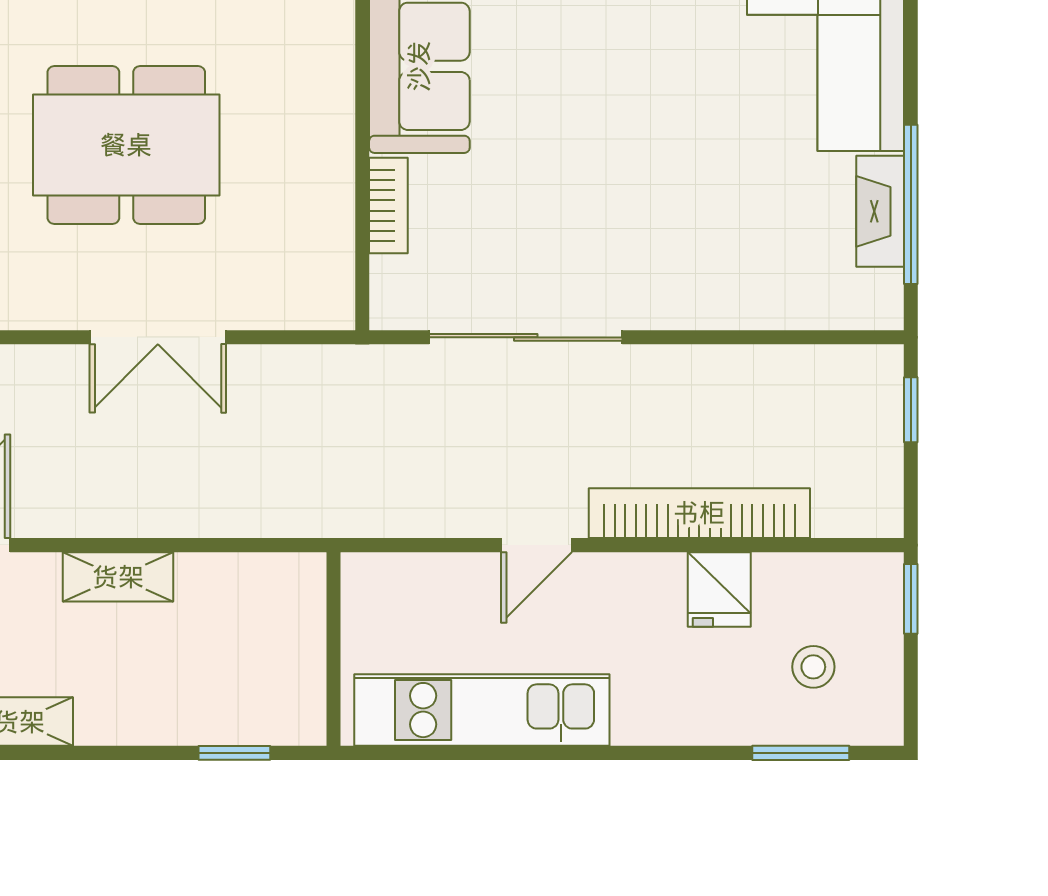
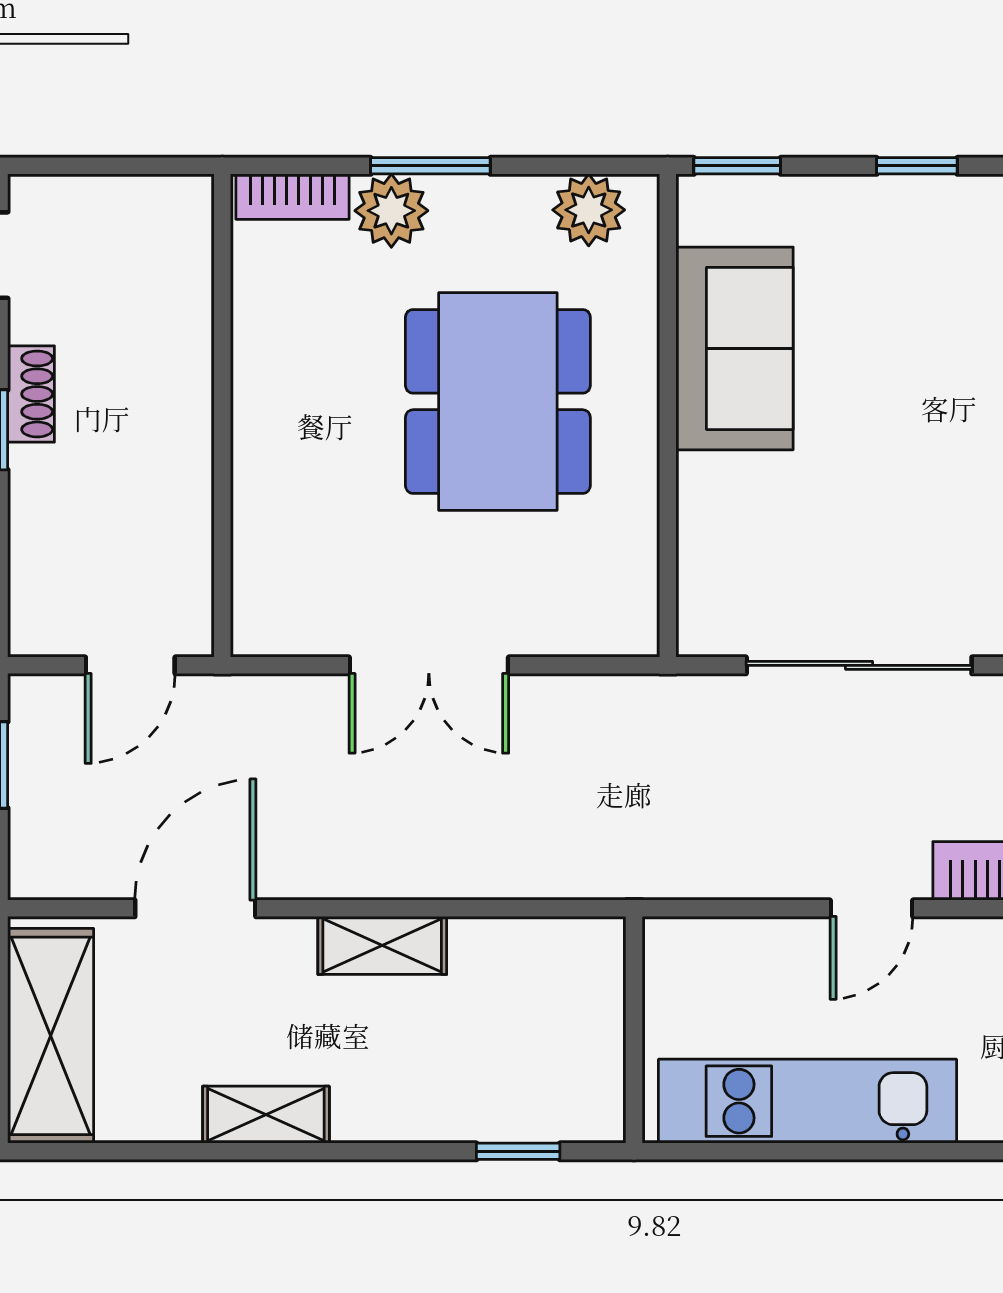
dining table: (126, 145) -> (498, 401), moved, turned 90
bookcase: (388, 206) -> (698, 511), removed

